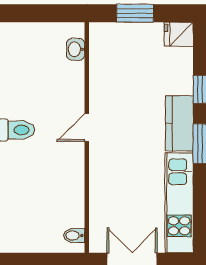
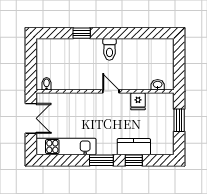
fridge: (179, 34) -> (138, 101), moved, turned 180
kitchen counter: (179, 123) -> (134, 147), moved

